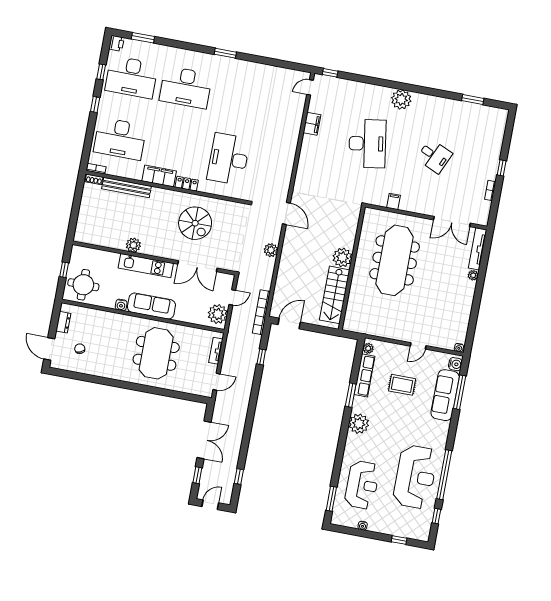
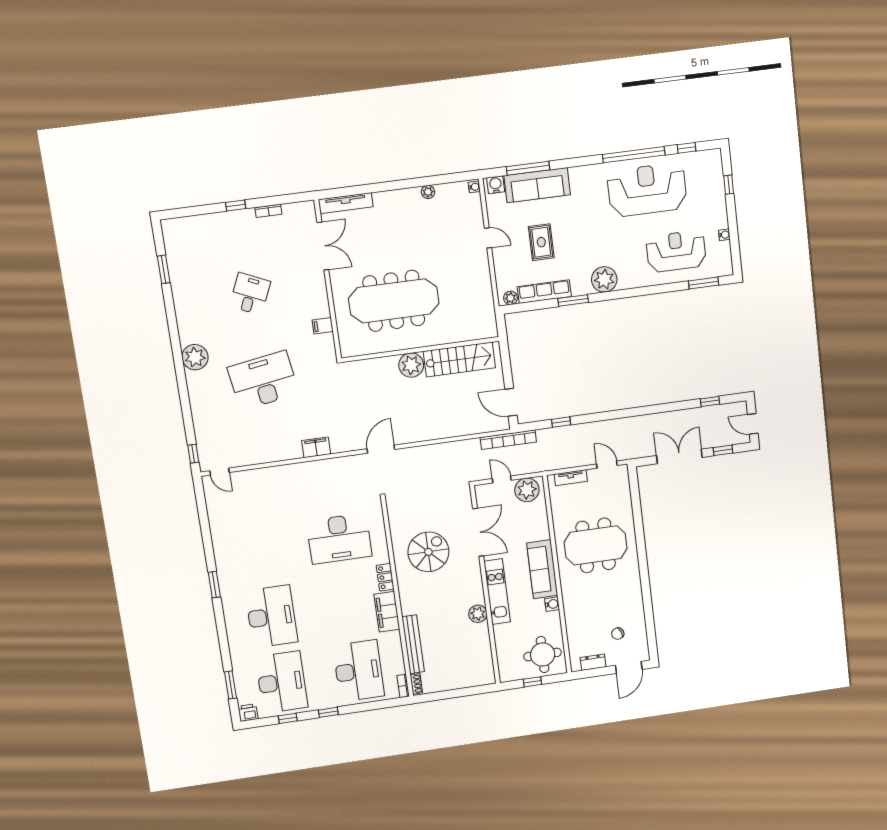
filing cabinet: (312, 124) -> (316, 447), moved
plant: (271, 250) -> (431, 453), removed
plant: (473, 275) -> (428, 192), moved

